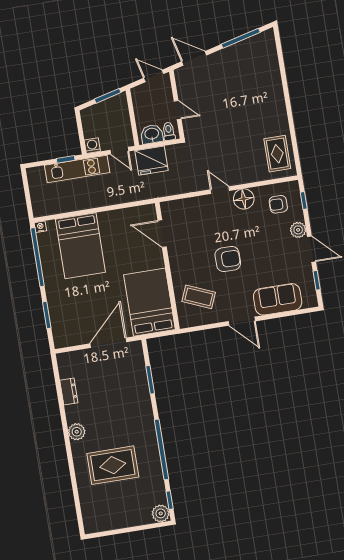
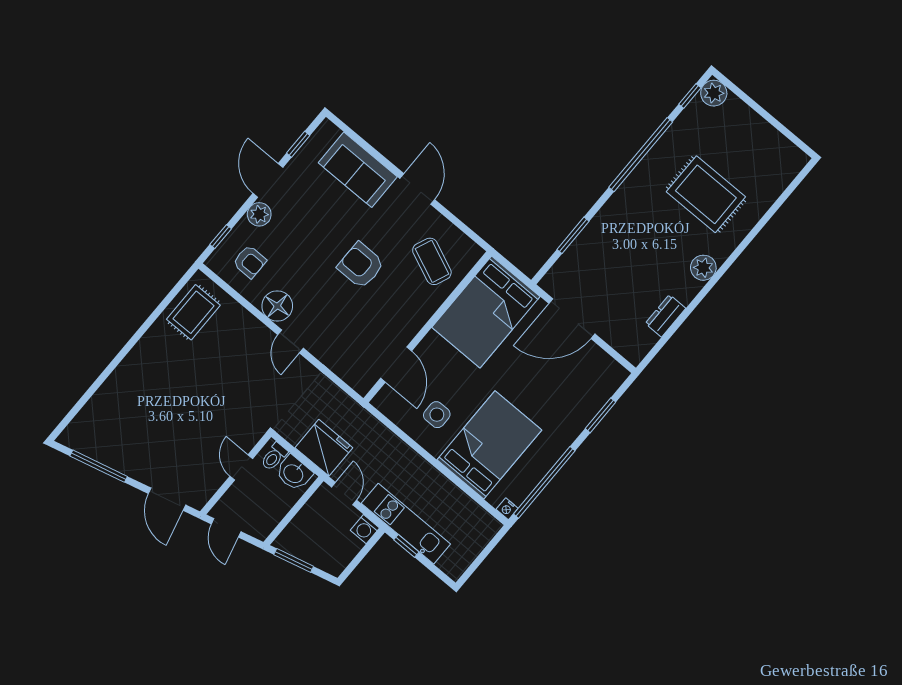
side table: (119, 232) -> (437, 415), added

